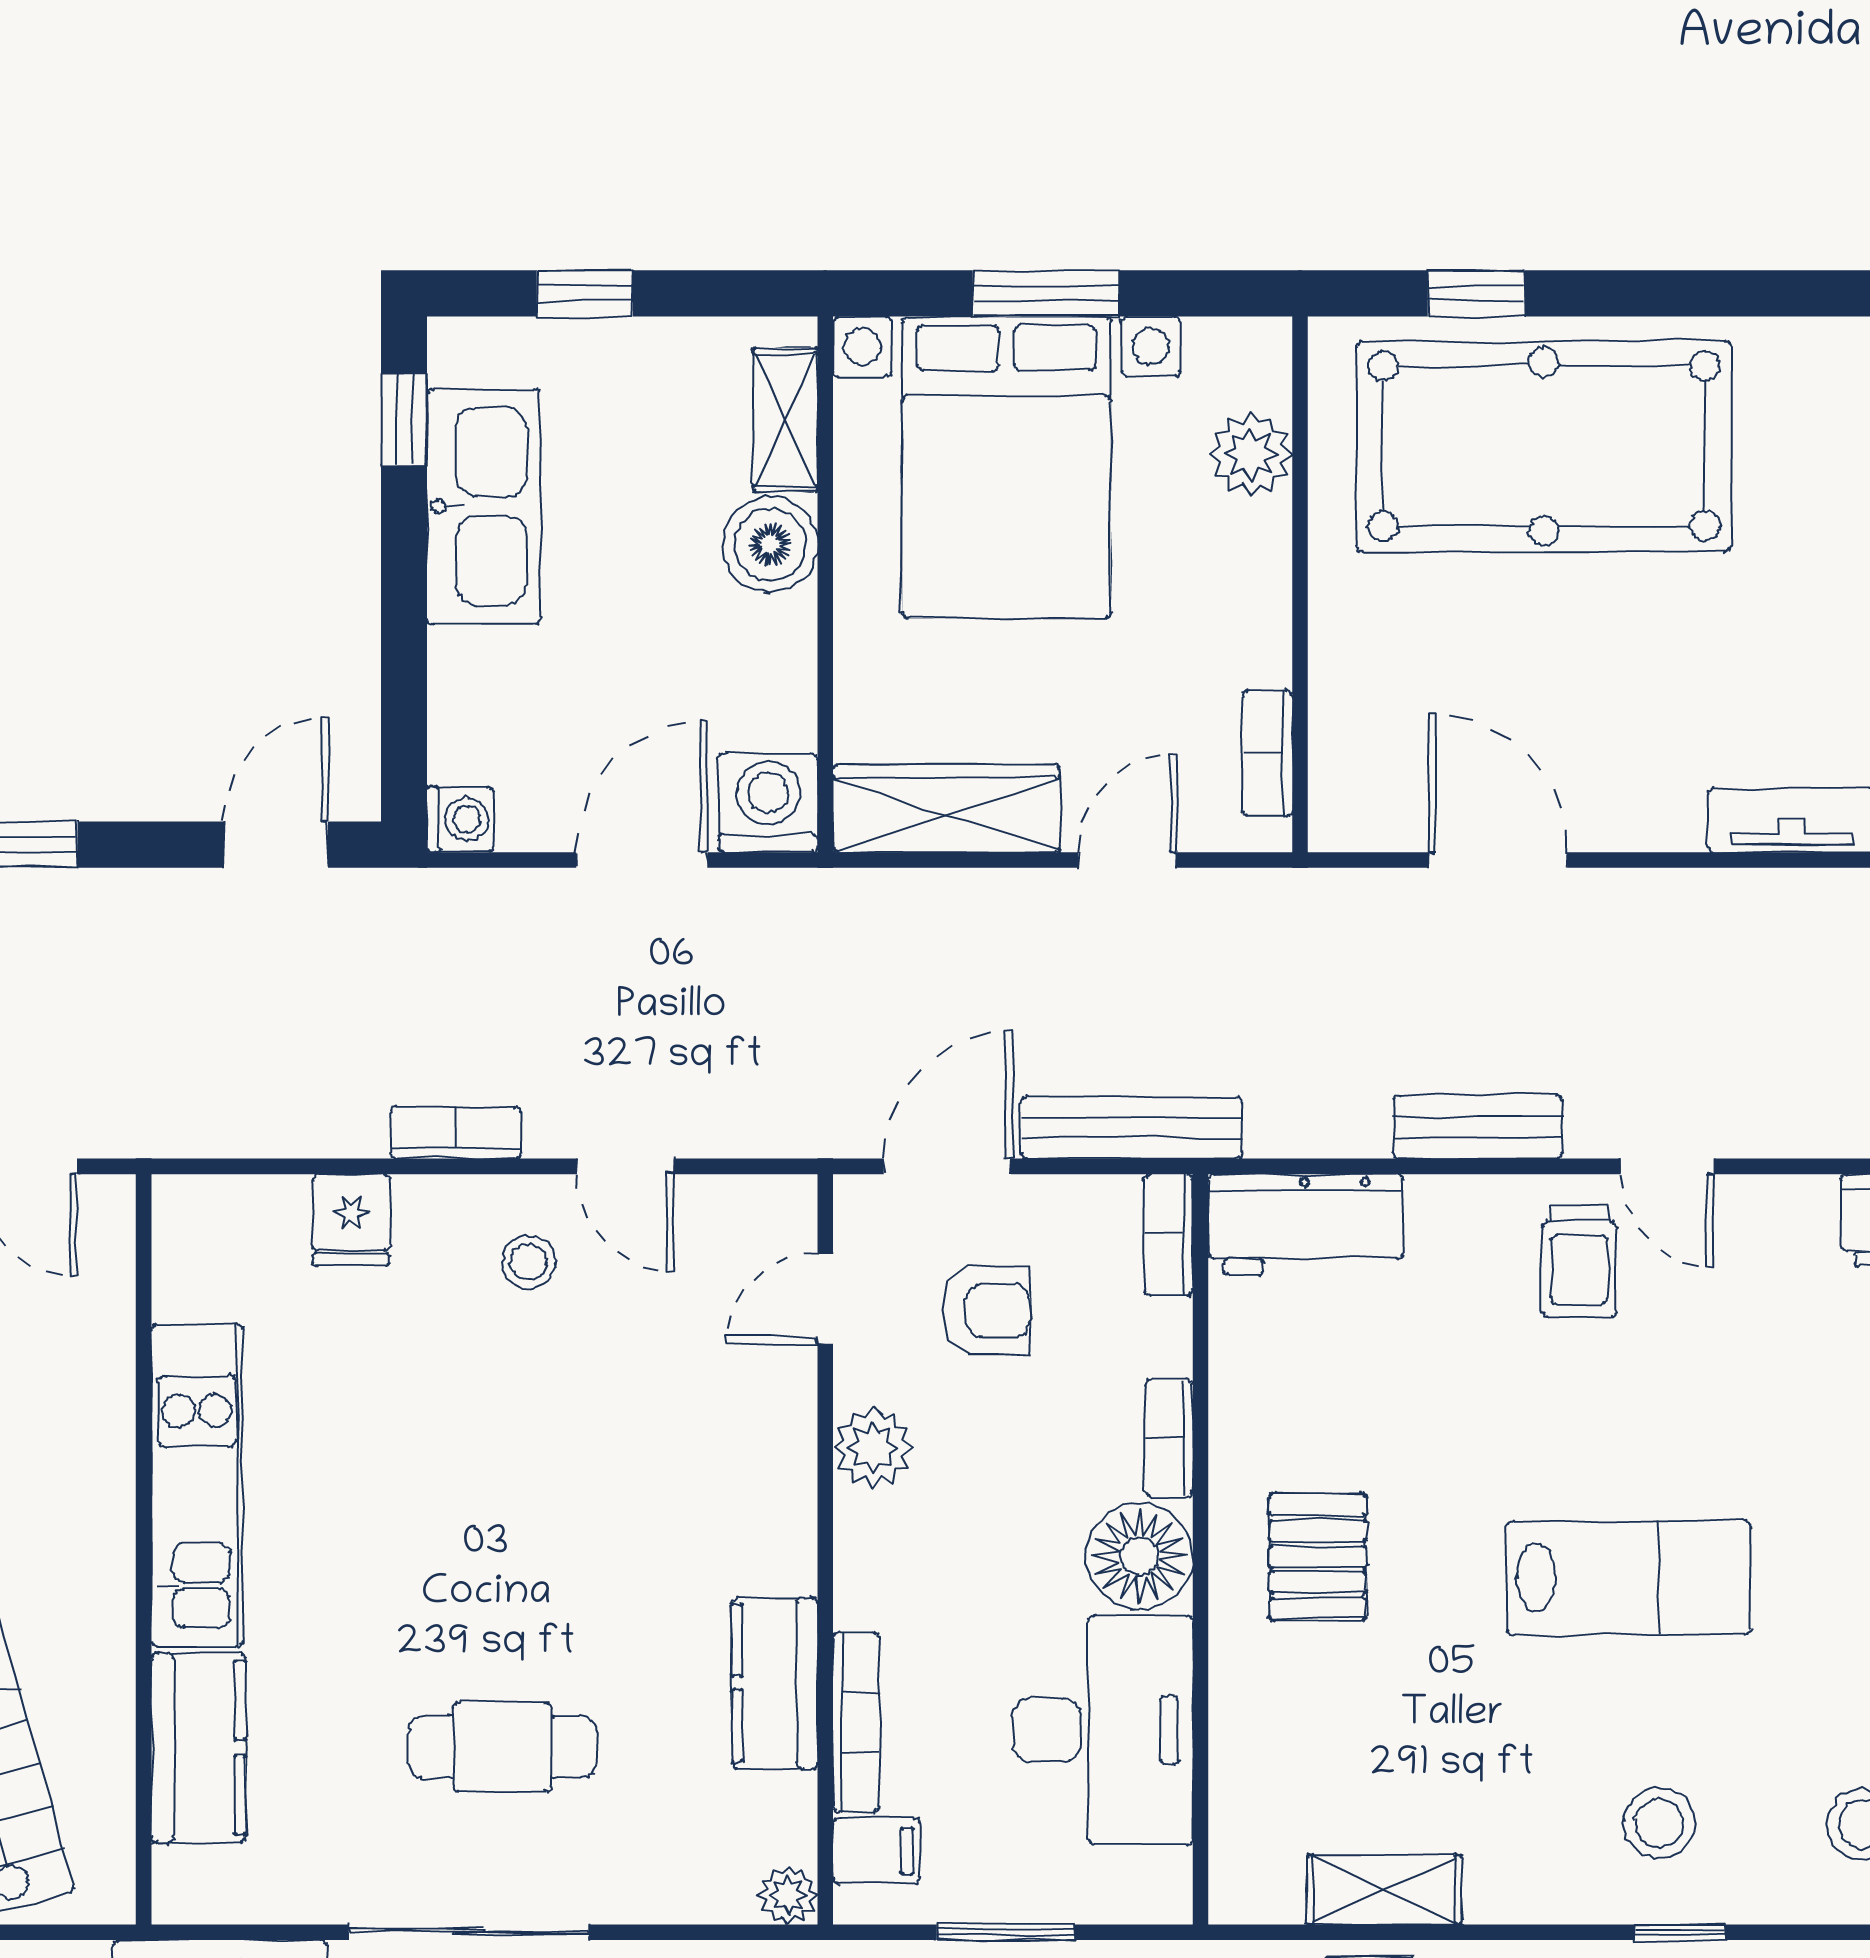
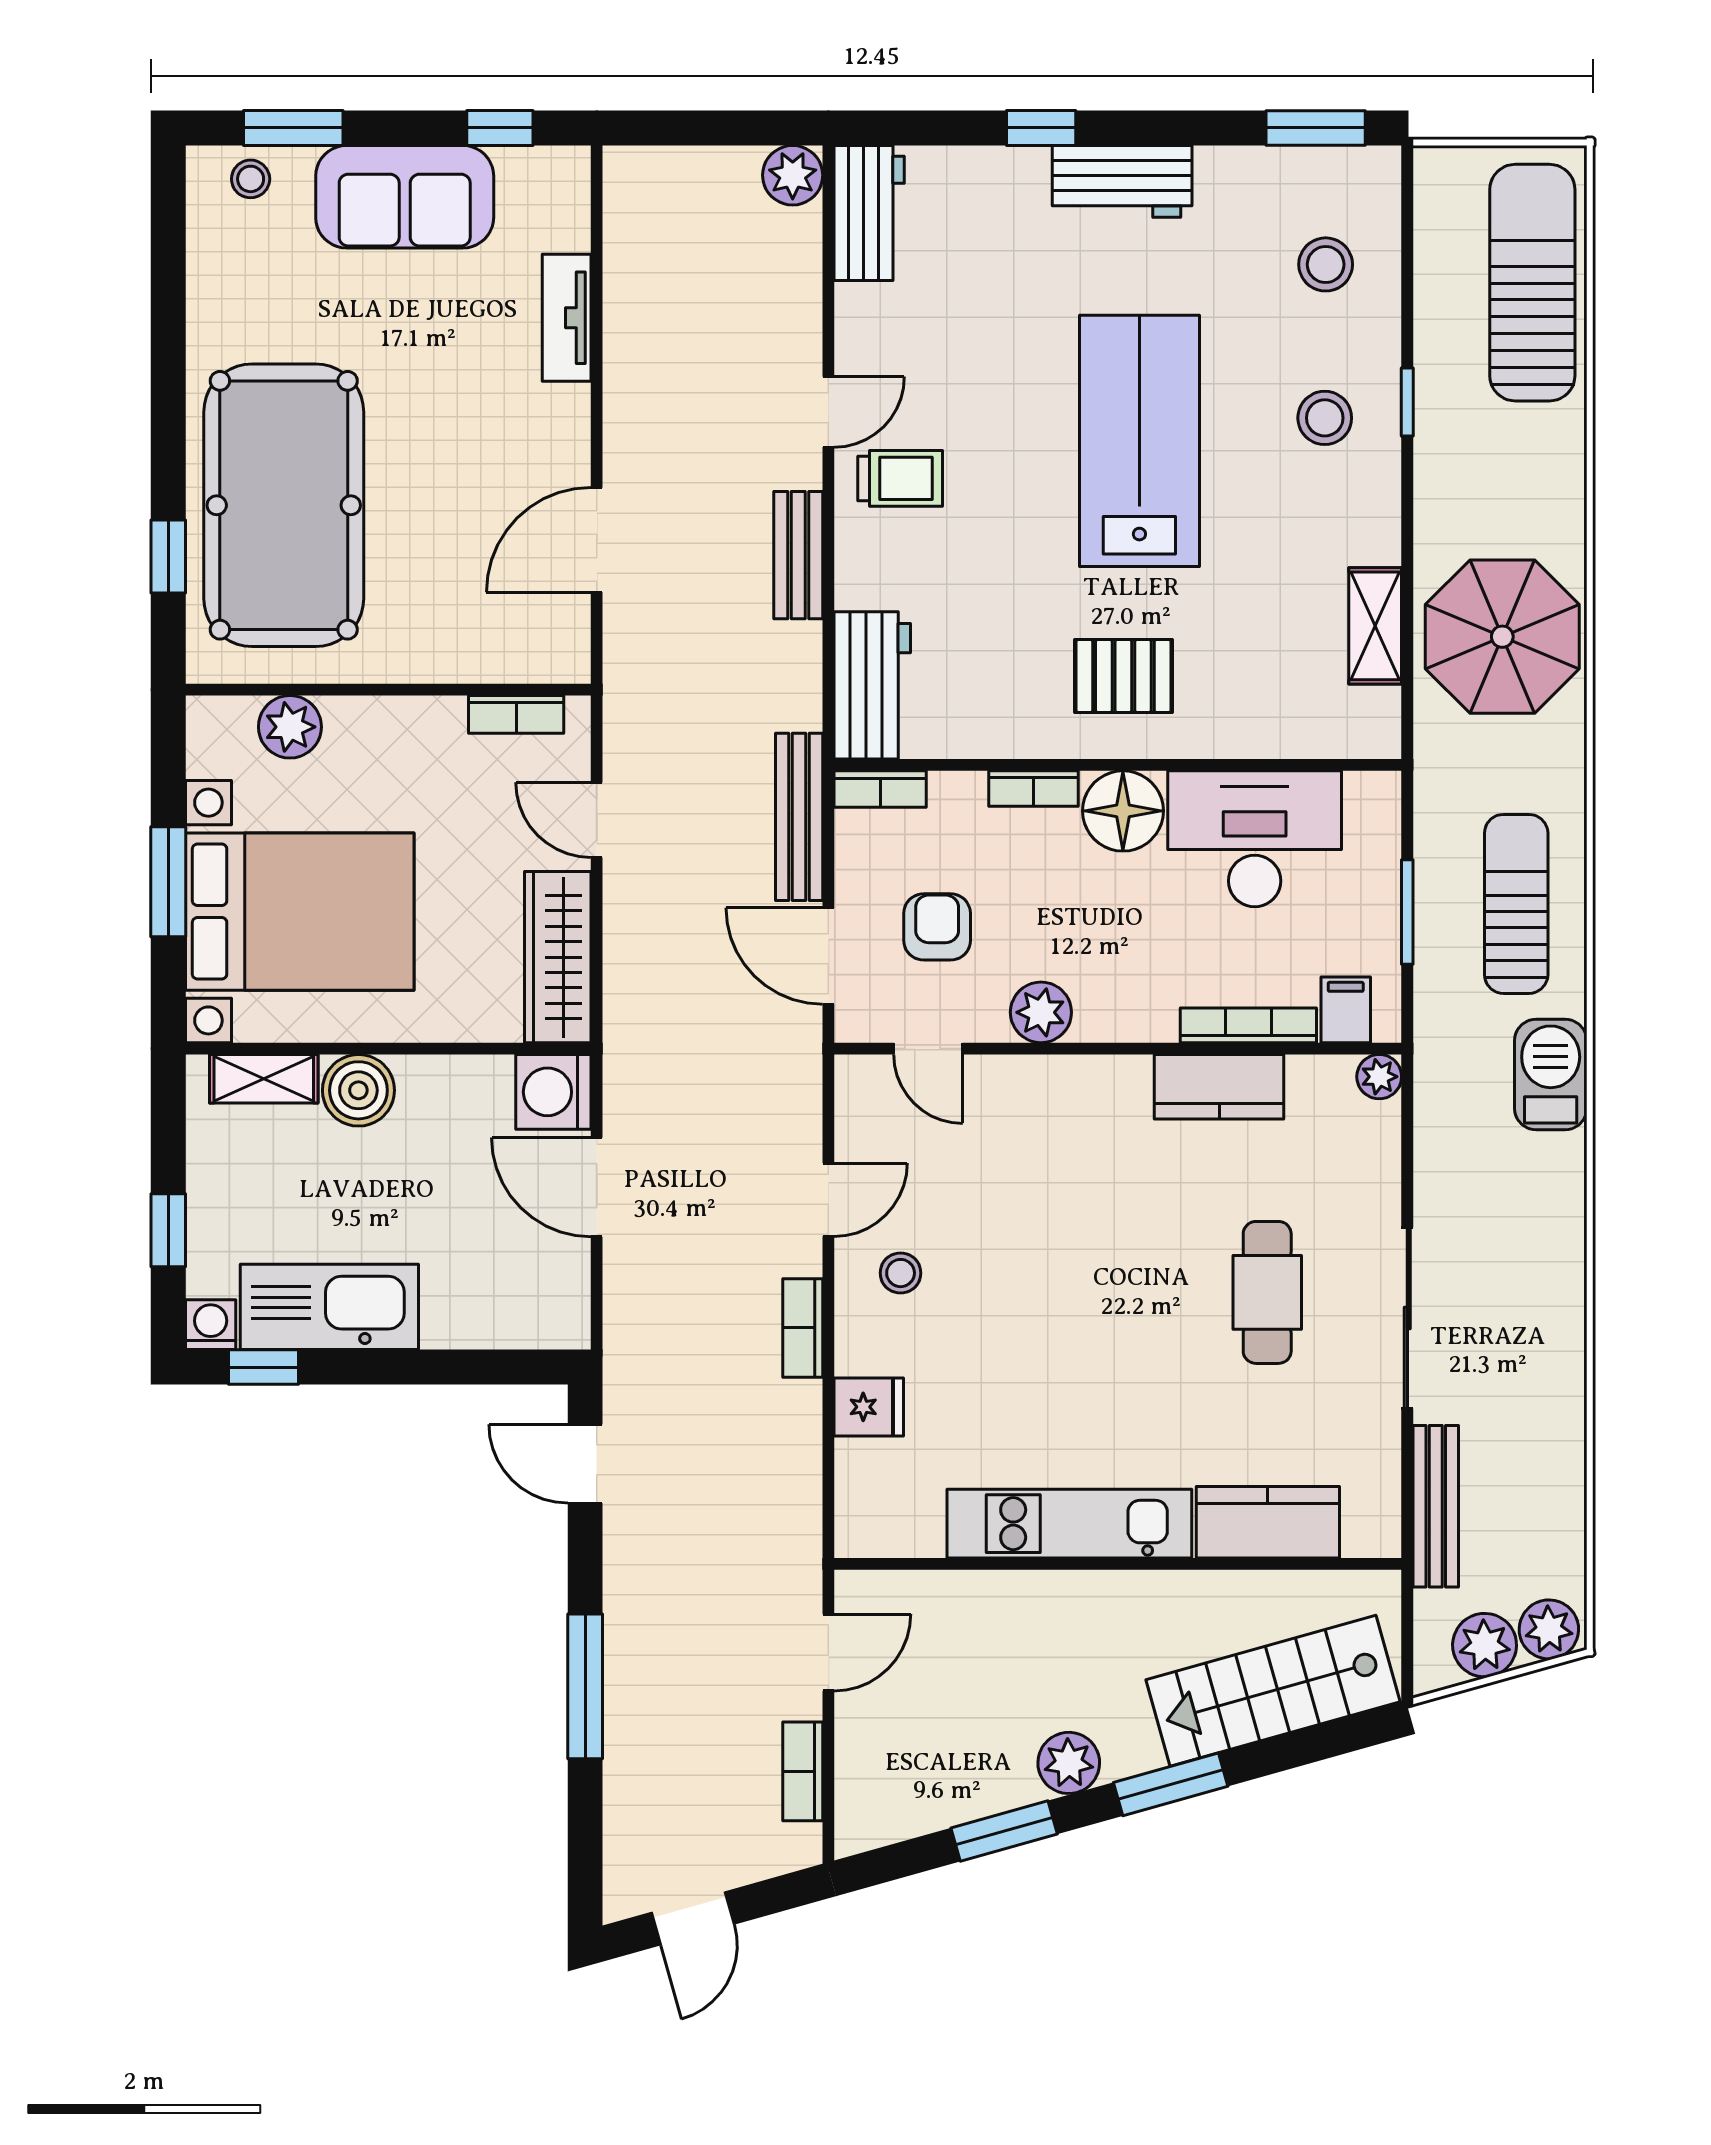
washing machine: (460, 819) -> (211, 1325), moved
lab bench: (1629, 1578) -> (1139, 441), width x1.36, depth x1.39

